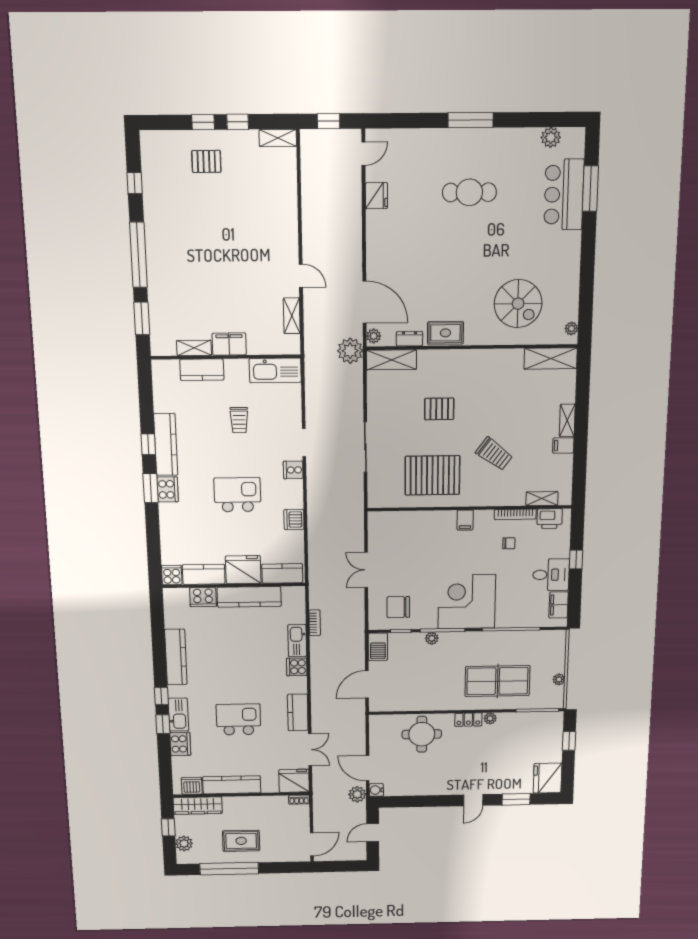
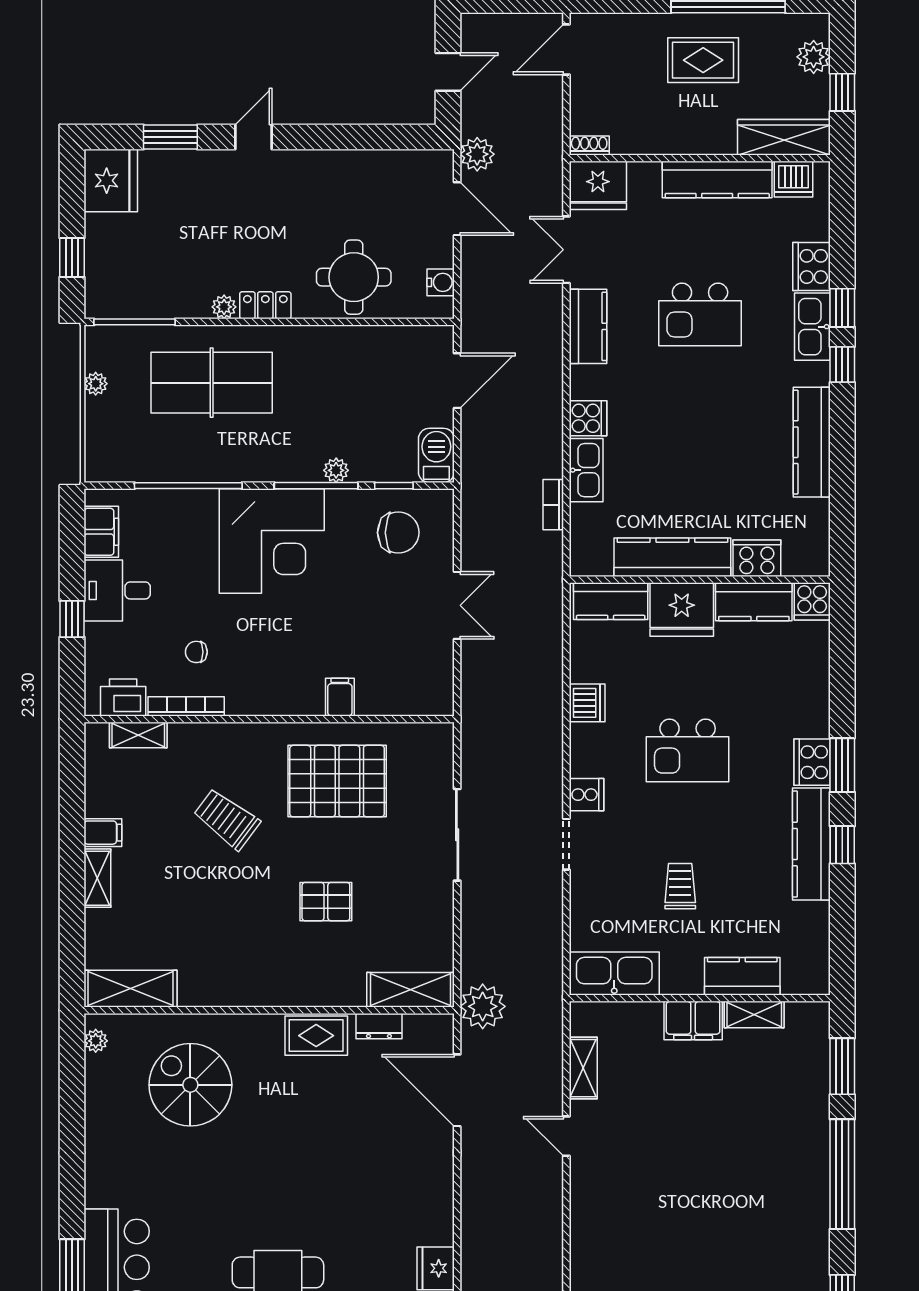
plant: (374, 336) -> (441, 1032), removed
filing cabinet: (465, 520) -> (340, 697), moved
water cooler: (376, 790) -> (441, 282), moved

